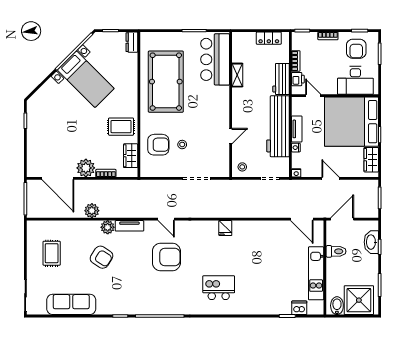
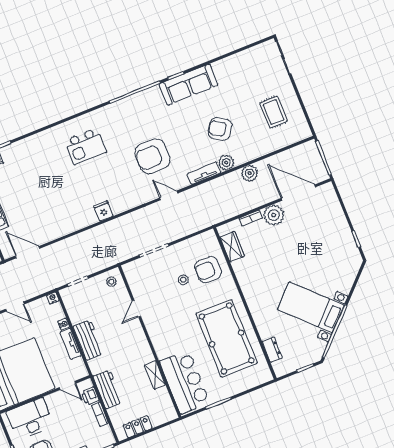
dresser: (132, 42) -> (272, 350), moved
workbench: (278, 126) -> (88, 340), width x0.53, depth x0.76
rug: (121, 127) -> (254, 273), removed
sofa: (71, 304) -> (188, 85), moved

